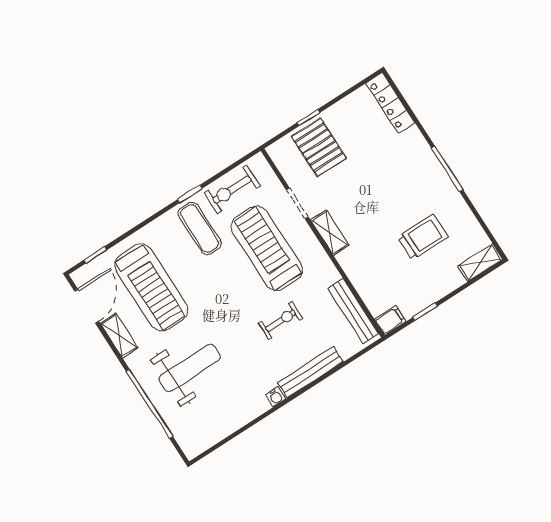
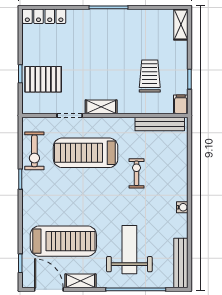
exercise mat: (200, 228) -> (46, 187), removed
trolley: (423, 237) -> (150, 76), moved
bench: (310, 372) -> (181, 263), moved

